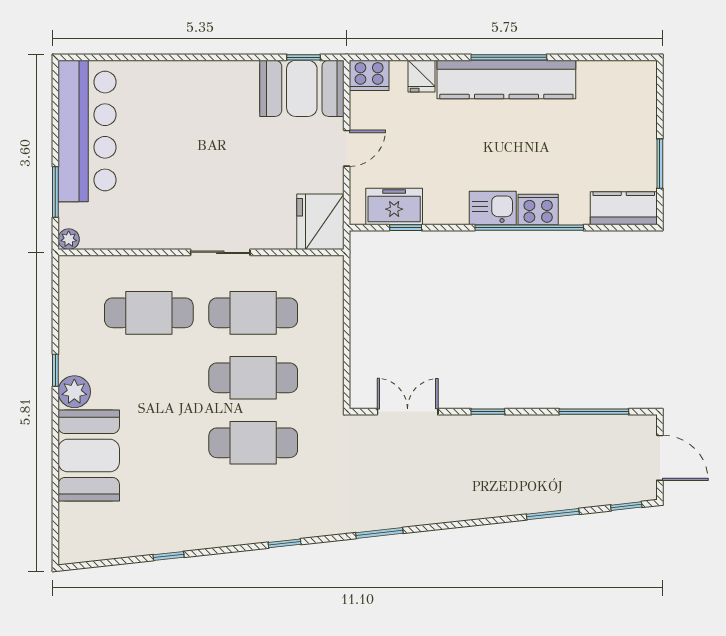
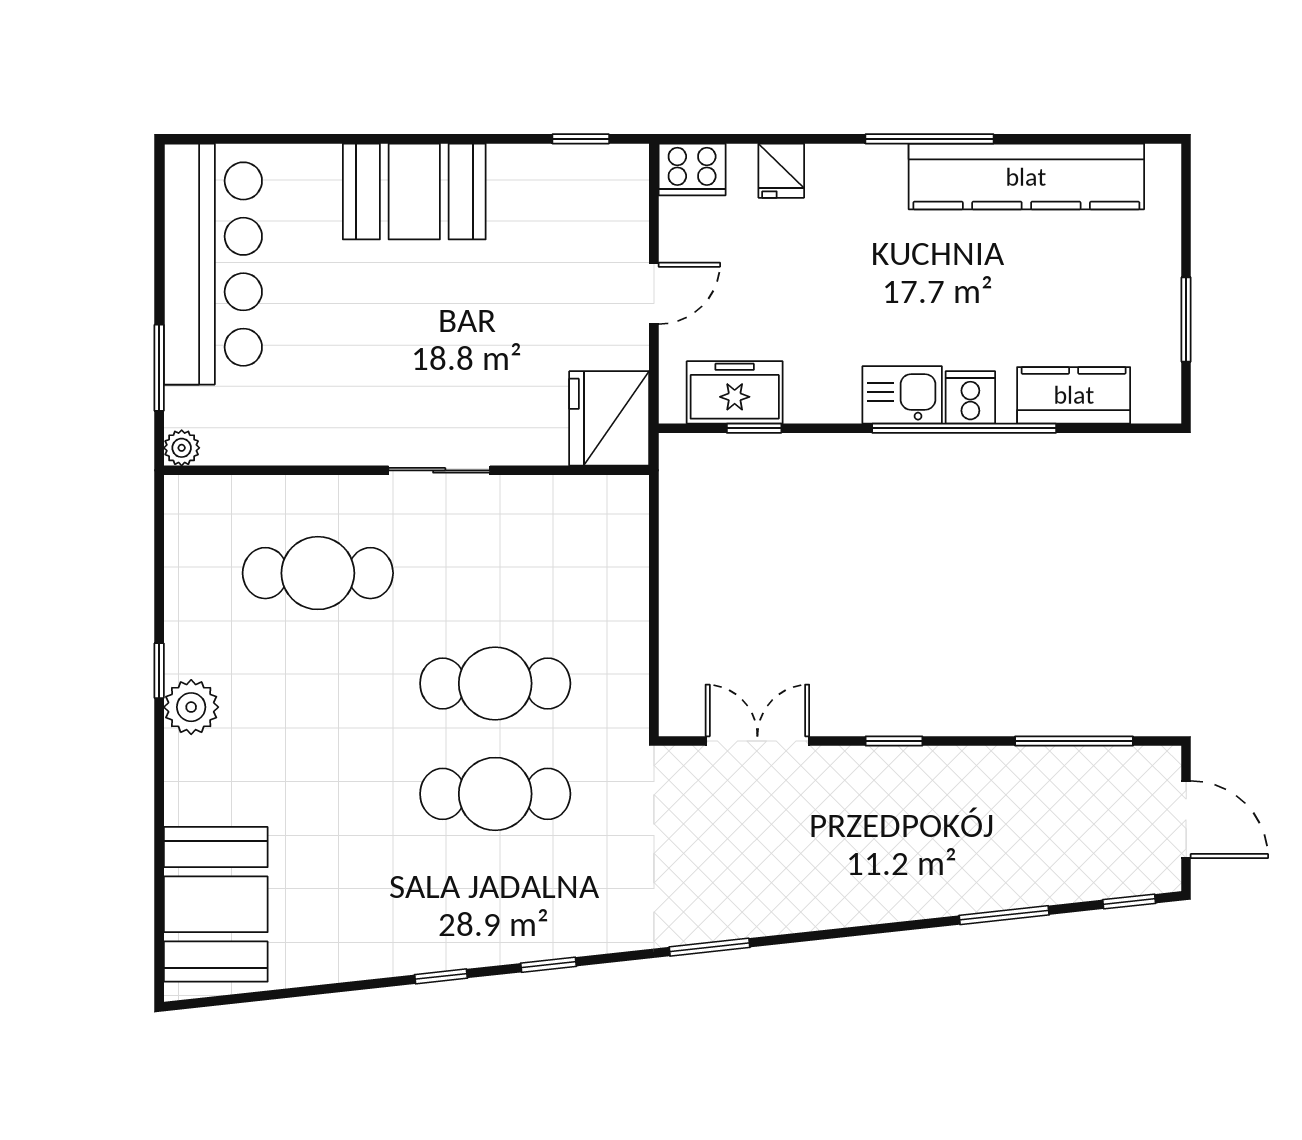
kitchen counter: (506, 79) -> (1026, 177), moved
booth: (302, 88) -> (414, 192), moved
kitchen counter: (624, 208) -> (1074, 395), moved
cooker: (538, 209) -> (970, 397), width x0.73
cafe table: (253, 313) -> (495, 573), removed
booth: (89, 456) -> (216, 904), moved
window: (169, 556) -> (441, 976), moved

